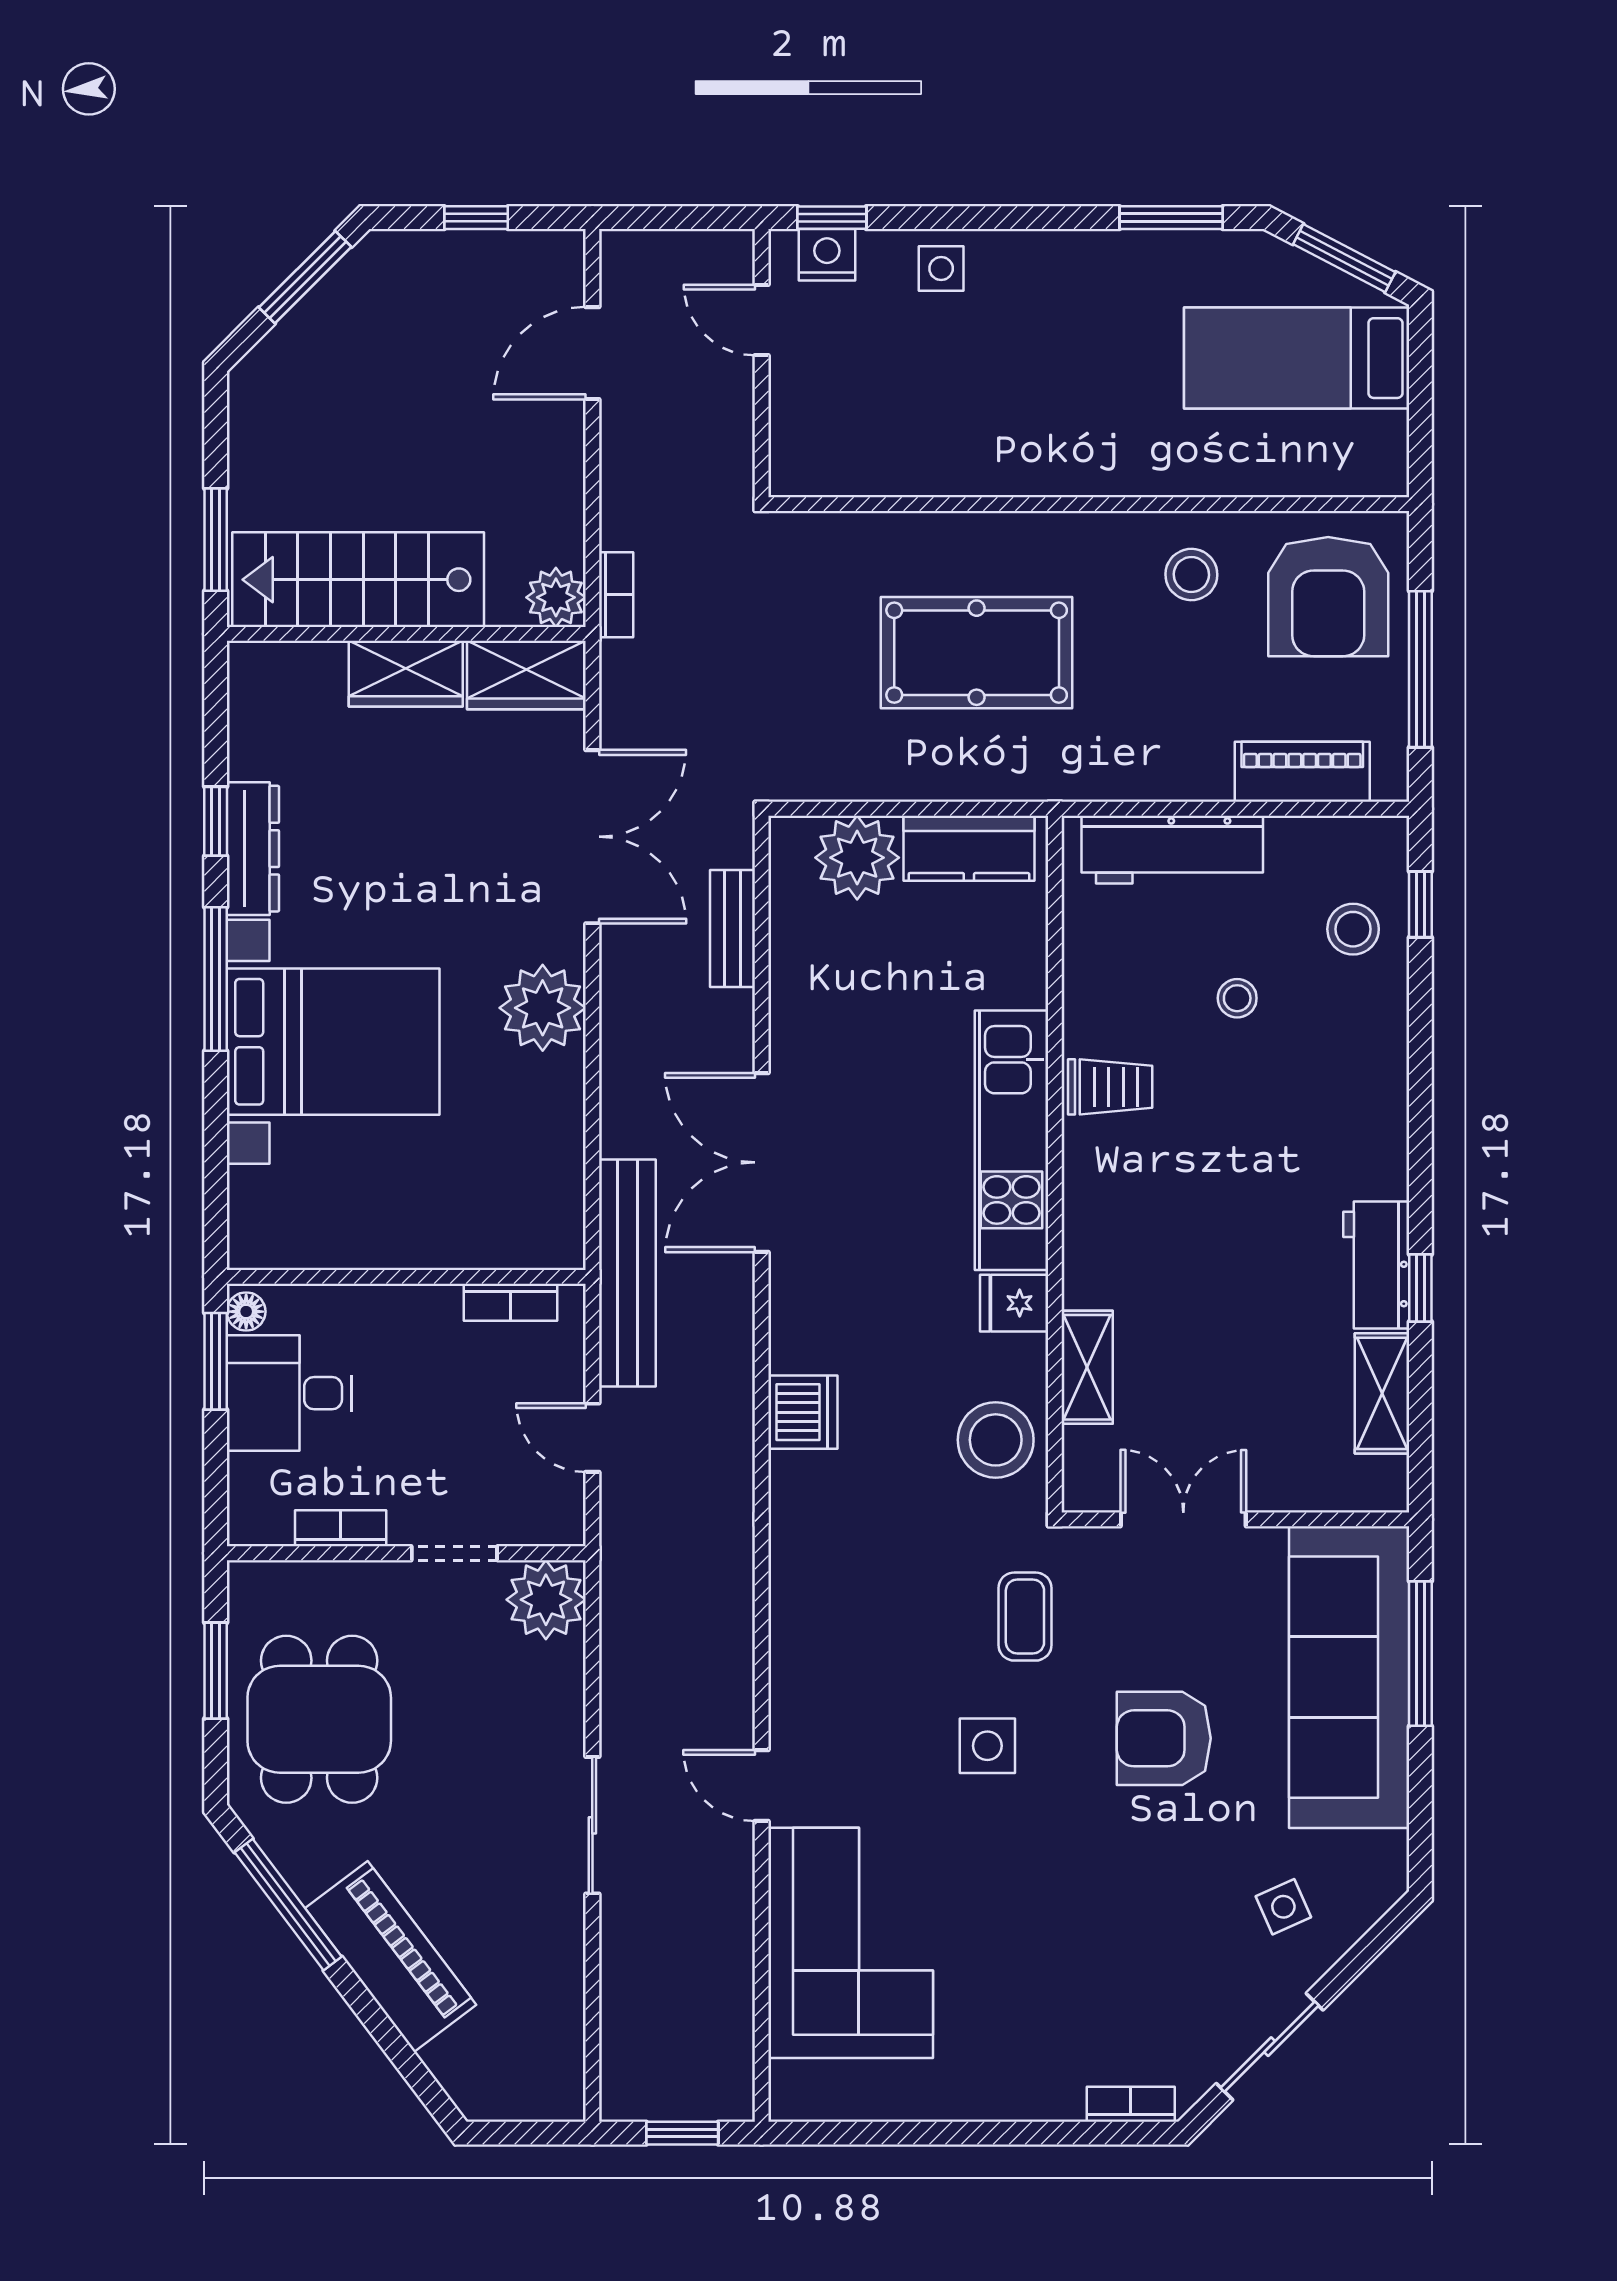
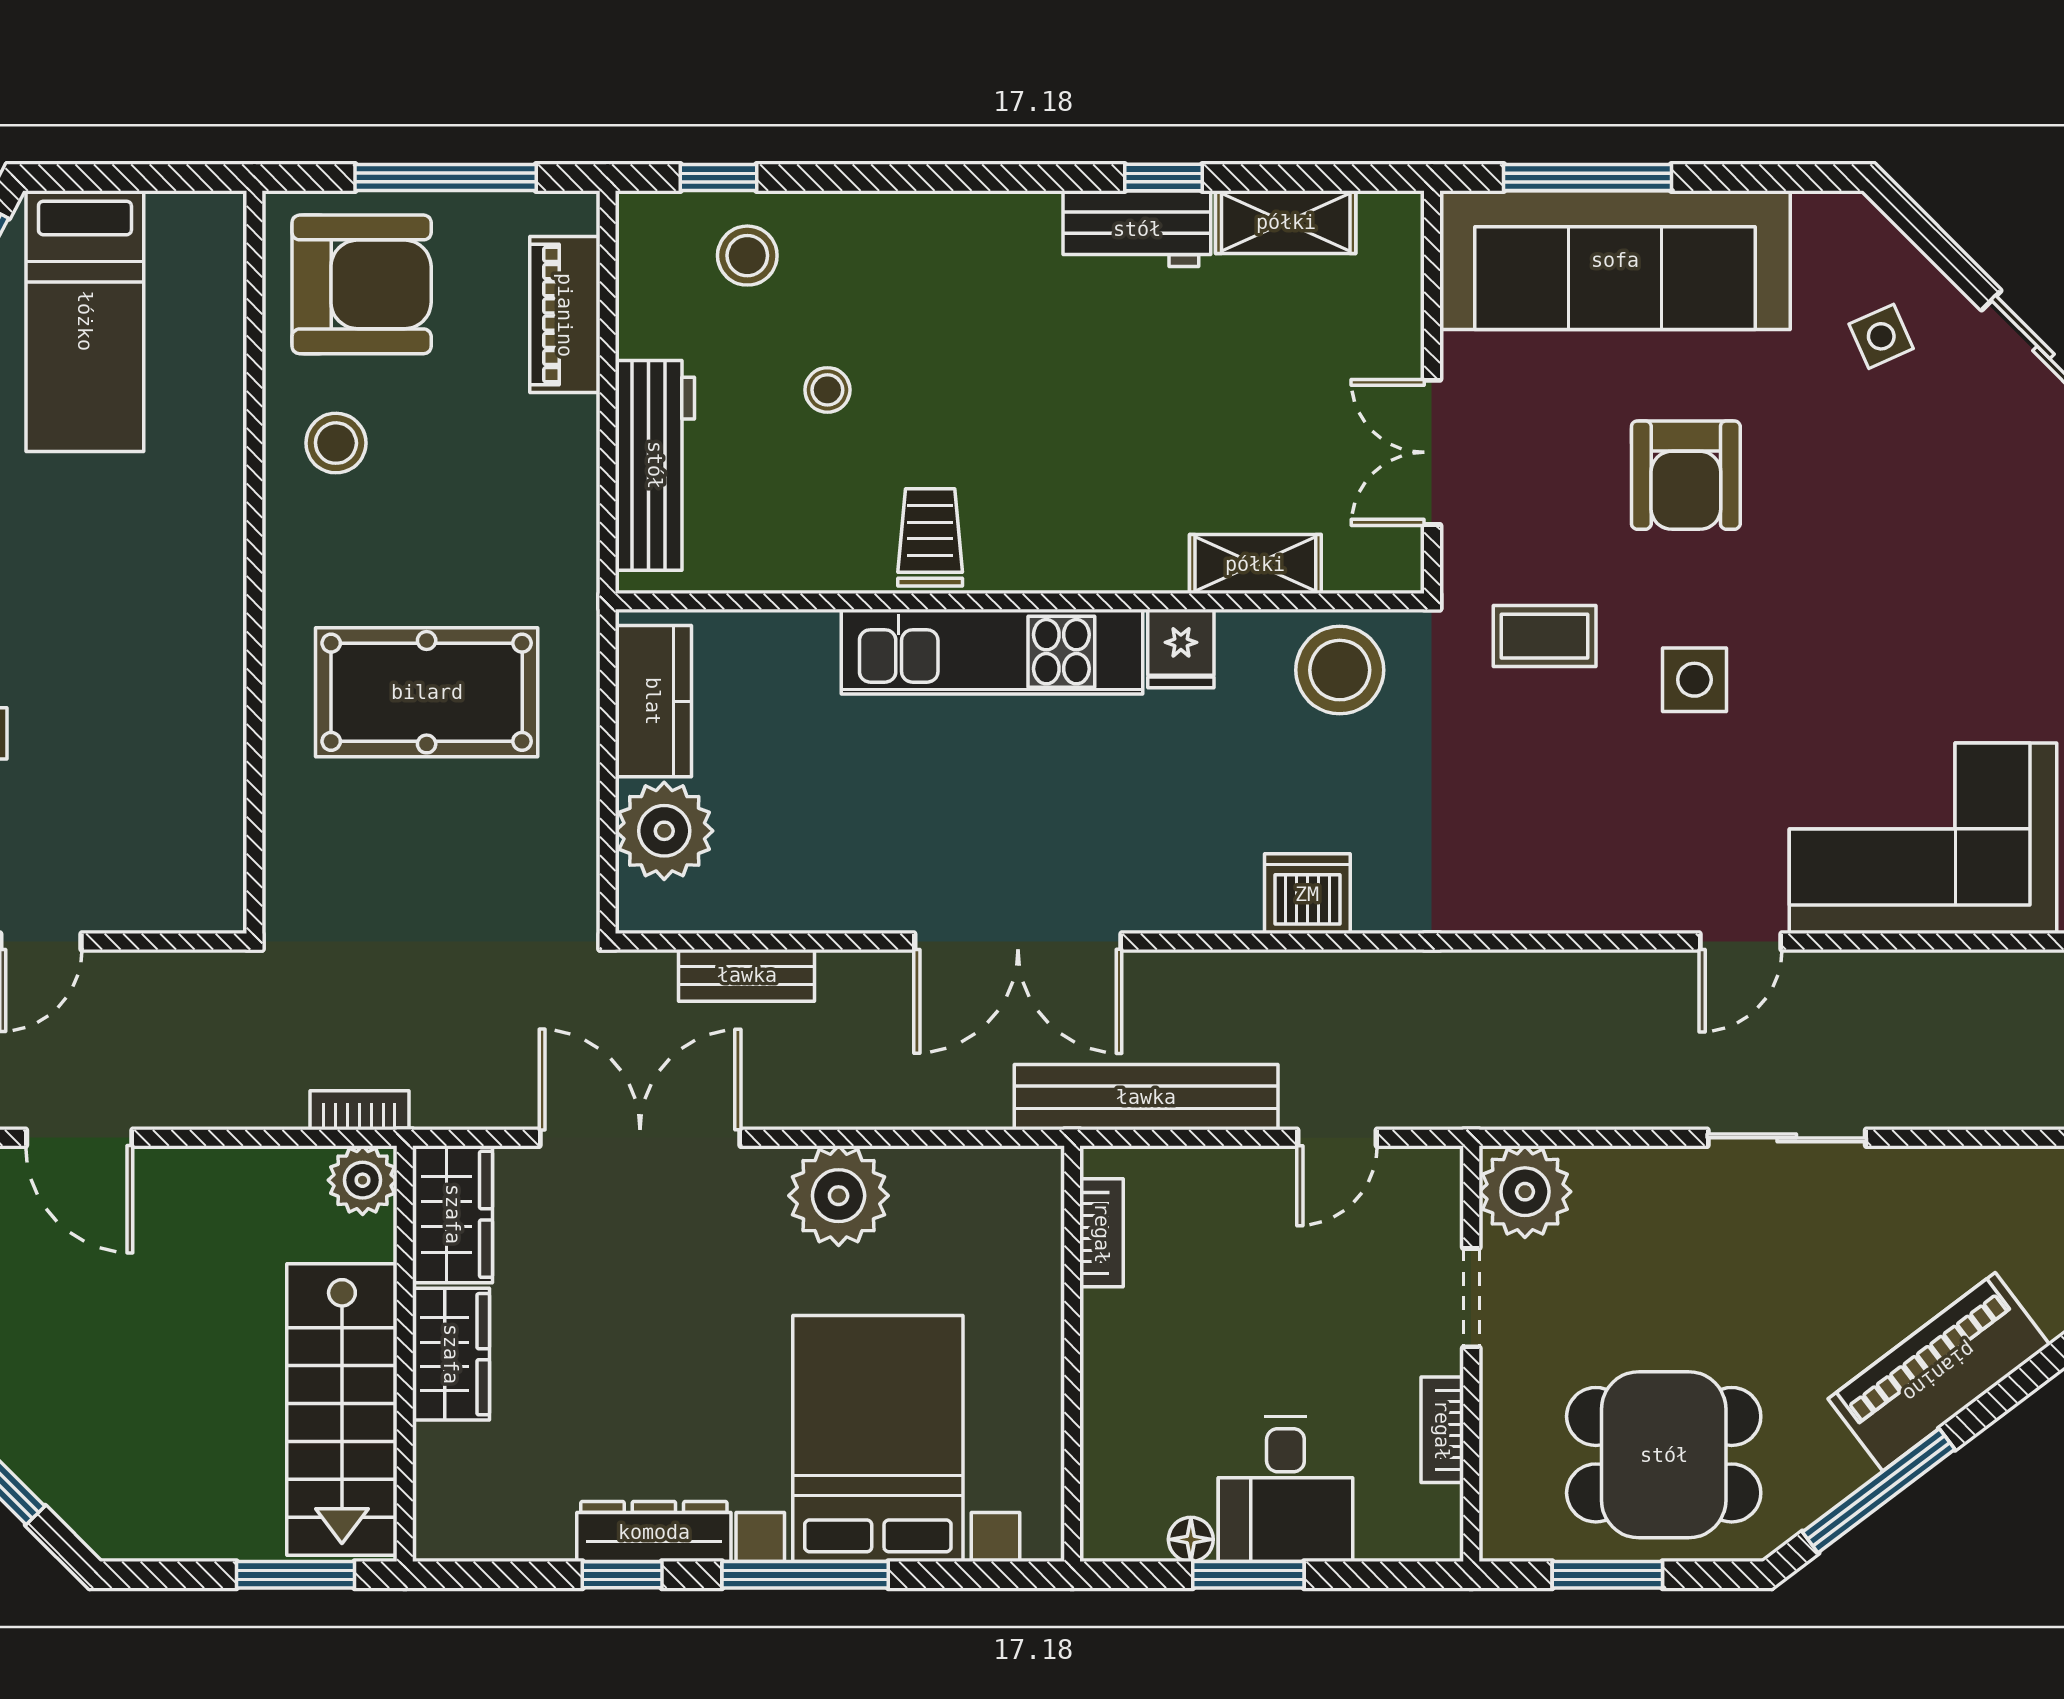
pool table: (977, 653) -> (427, 692), turned 90
wall: (406, 1277) -> (1072, 1354), moved
bookcase: (511, 1302) -> (1102, 1233), moved

